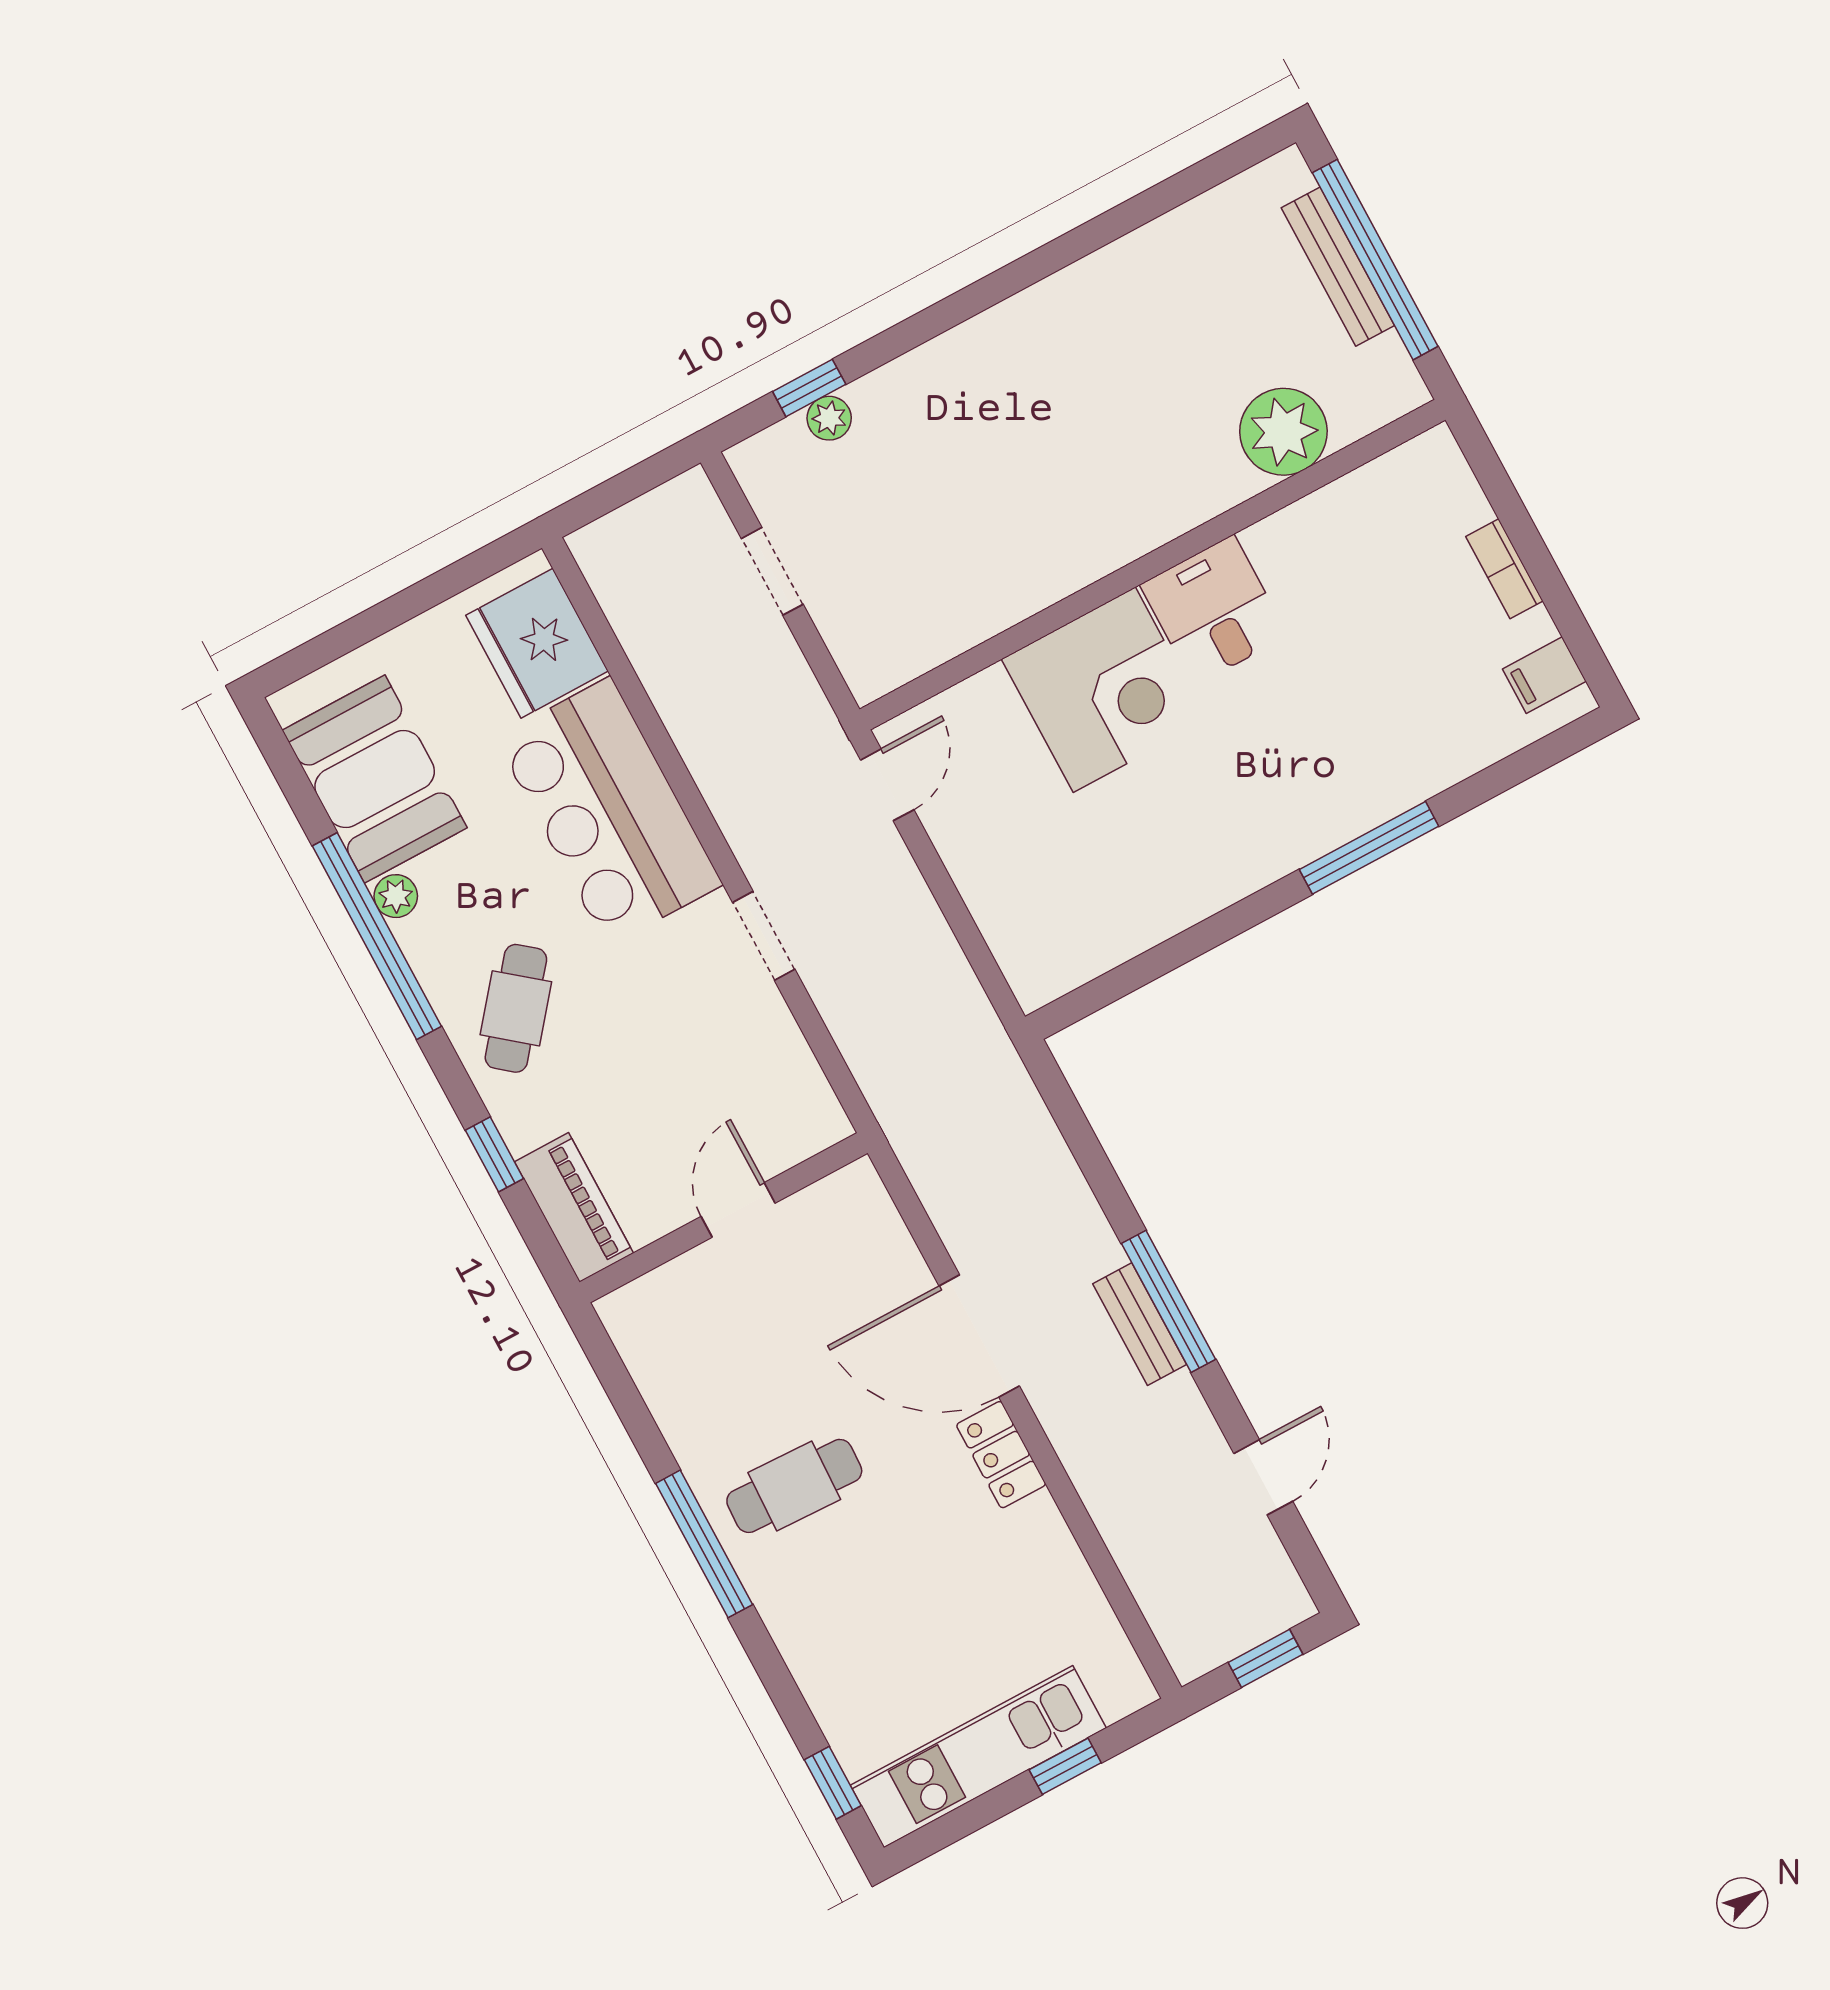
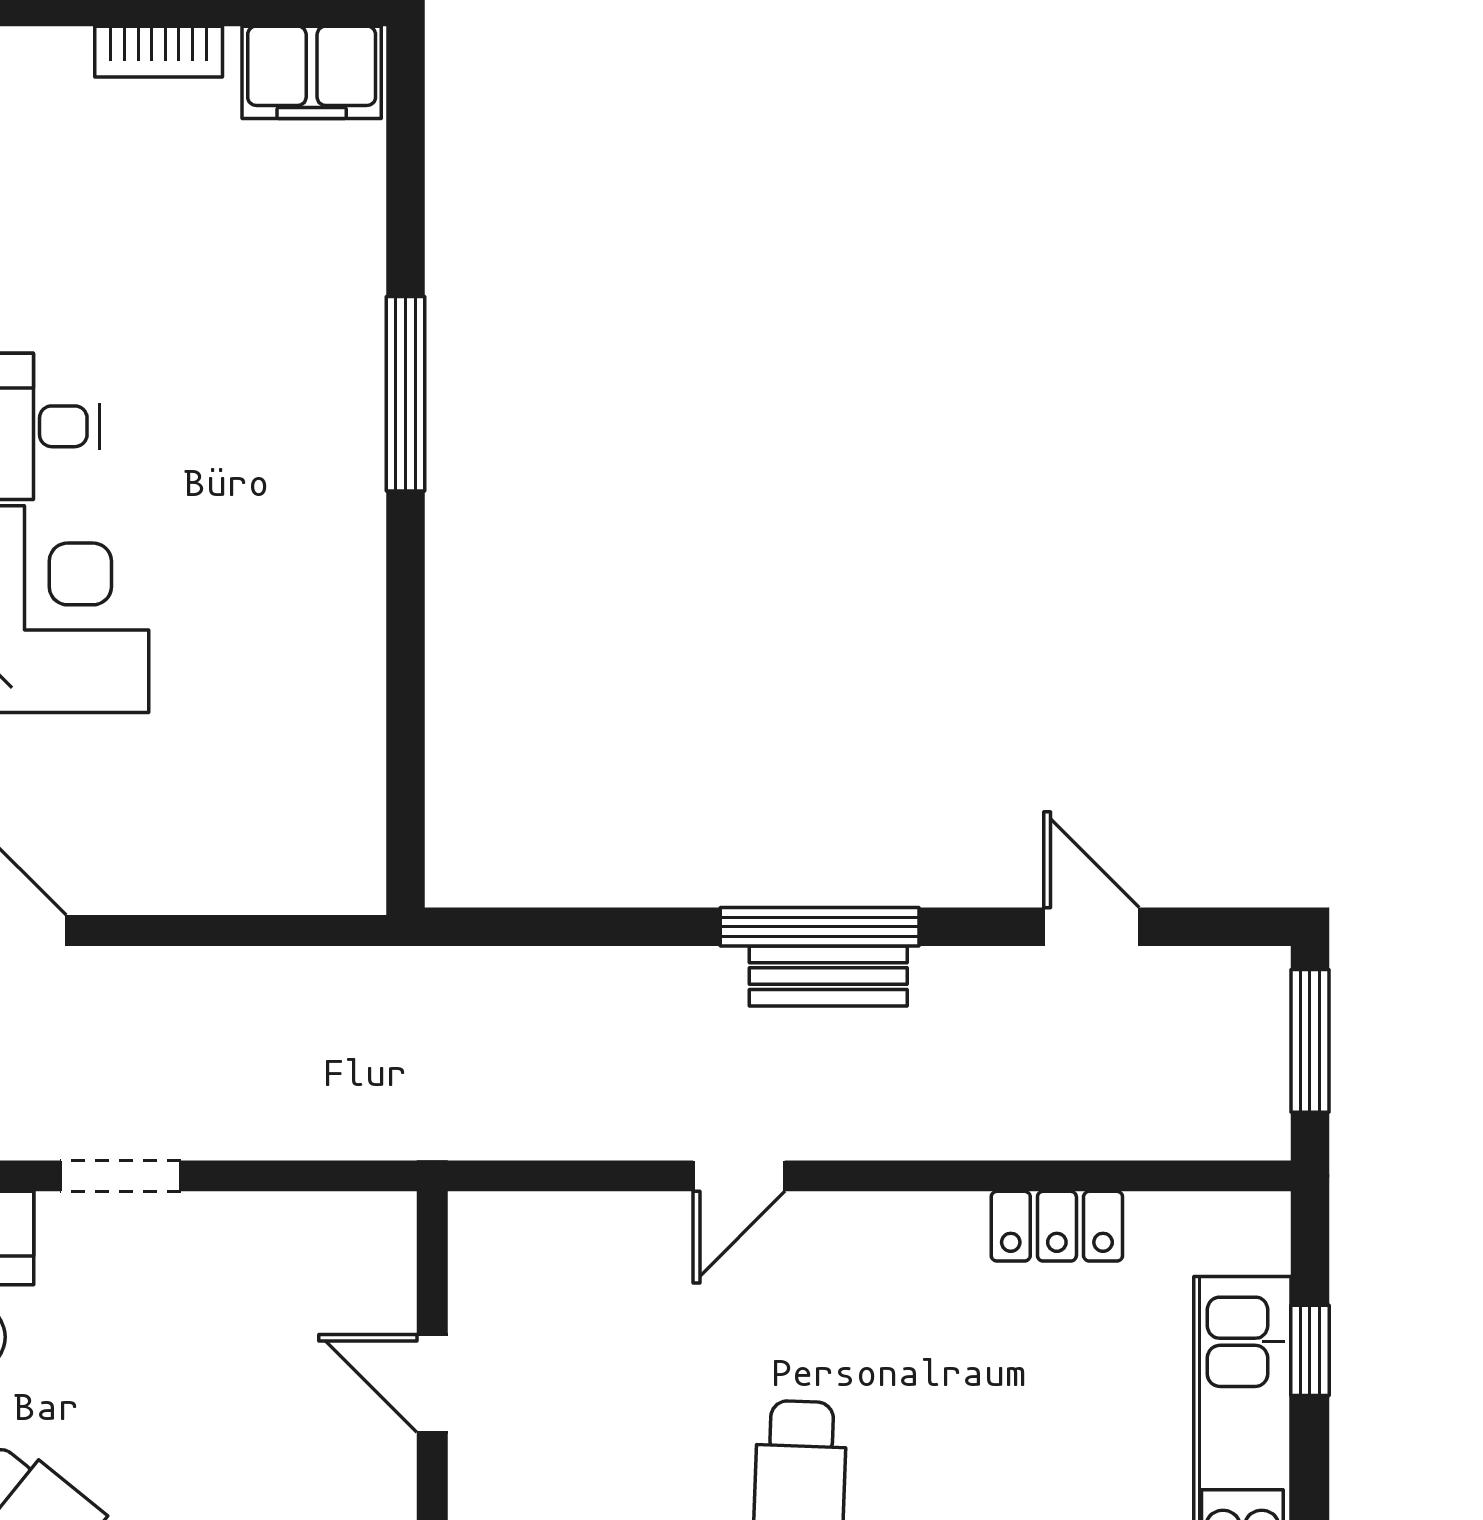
filing cabinet: (1544, 675) -> (312, 72), width x2.00
door: (979, 1336) -> (739, 1176), width x0.53
locker: (1001, 1455) -> (1057, 1226), moved
window: (1265, 1658) -> (1310, 1041), width x1.50

